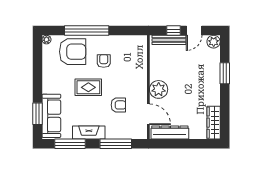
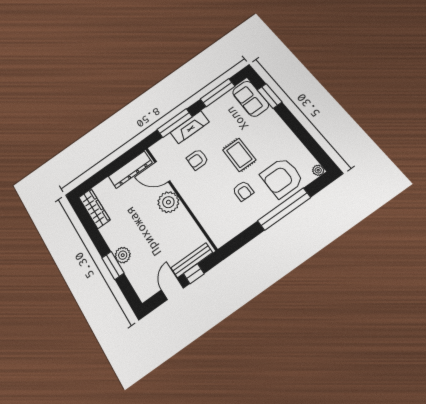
plant: (214, 42) -> (123, 255), moved
rug: (88, 87) -> (239, 155), turned 90
sofa: (51, 116) -> (251, 99), width x0.73
fireplace: (89, 133) -> (190, 127), moved

